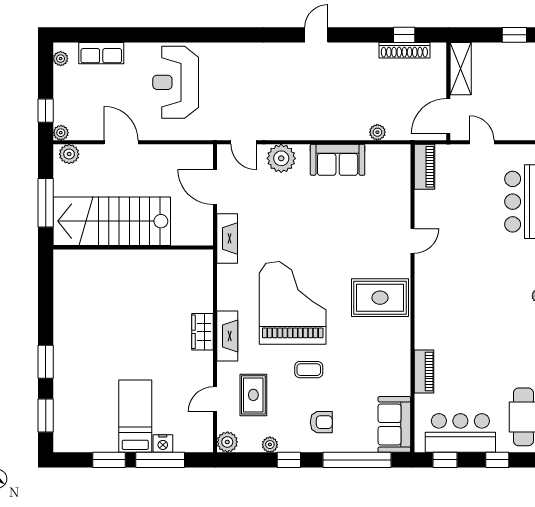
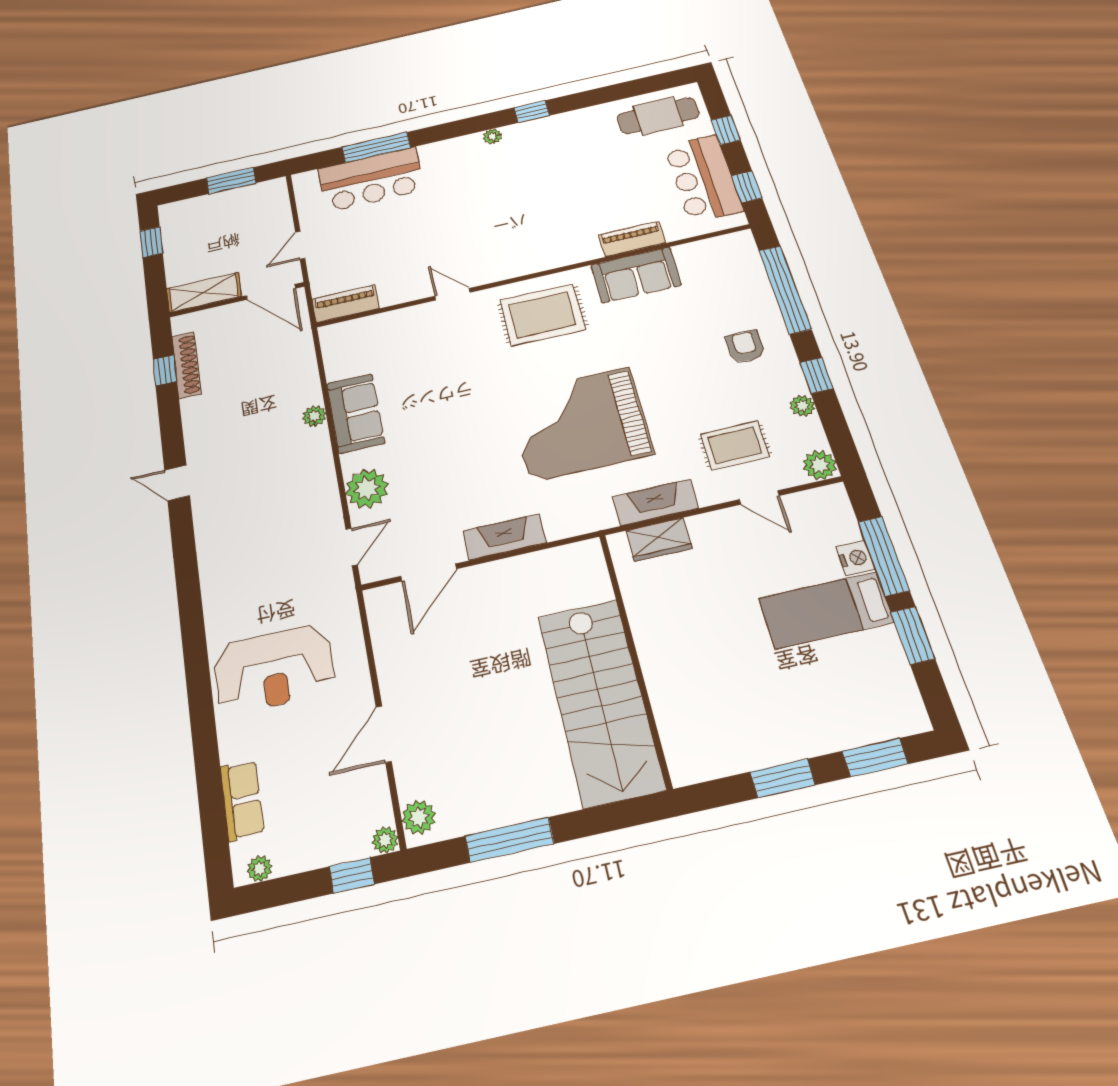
plant: (377, 132) -> (314, 416), moved
stairs: (112, 221) -> (600, 701), moved
wall: (133, 247) -> (635, 657), moved
rug: (380, 298) -> (542, 315), turned 90
coffee table: (309, 370) -> (673, 380), removed
sofa: (394, 424) -> (636, 275), moved

